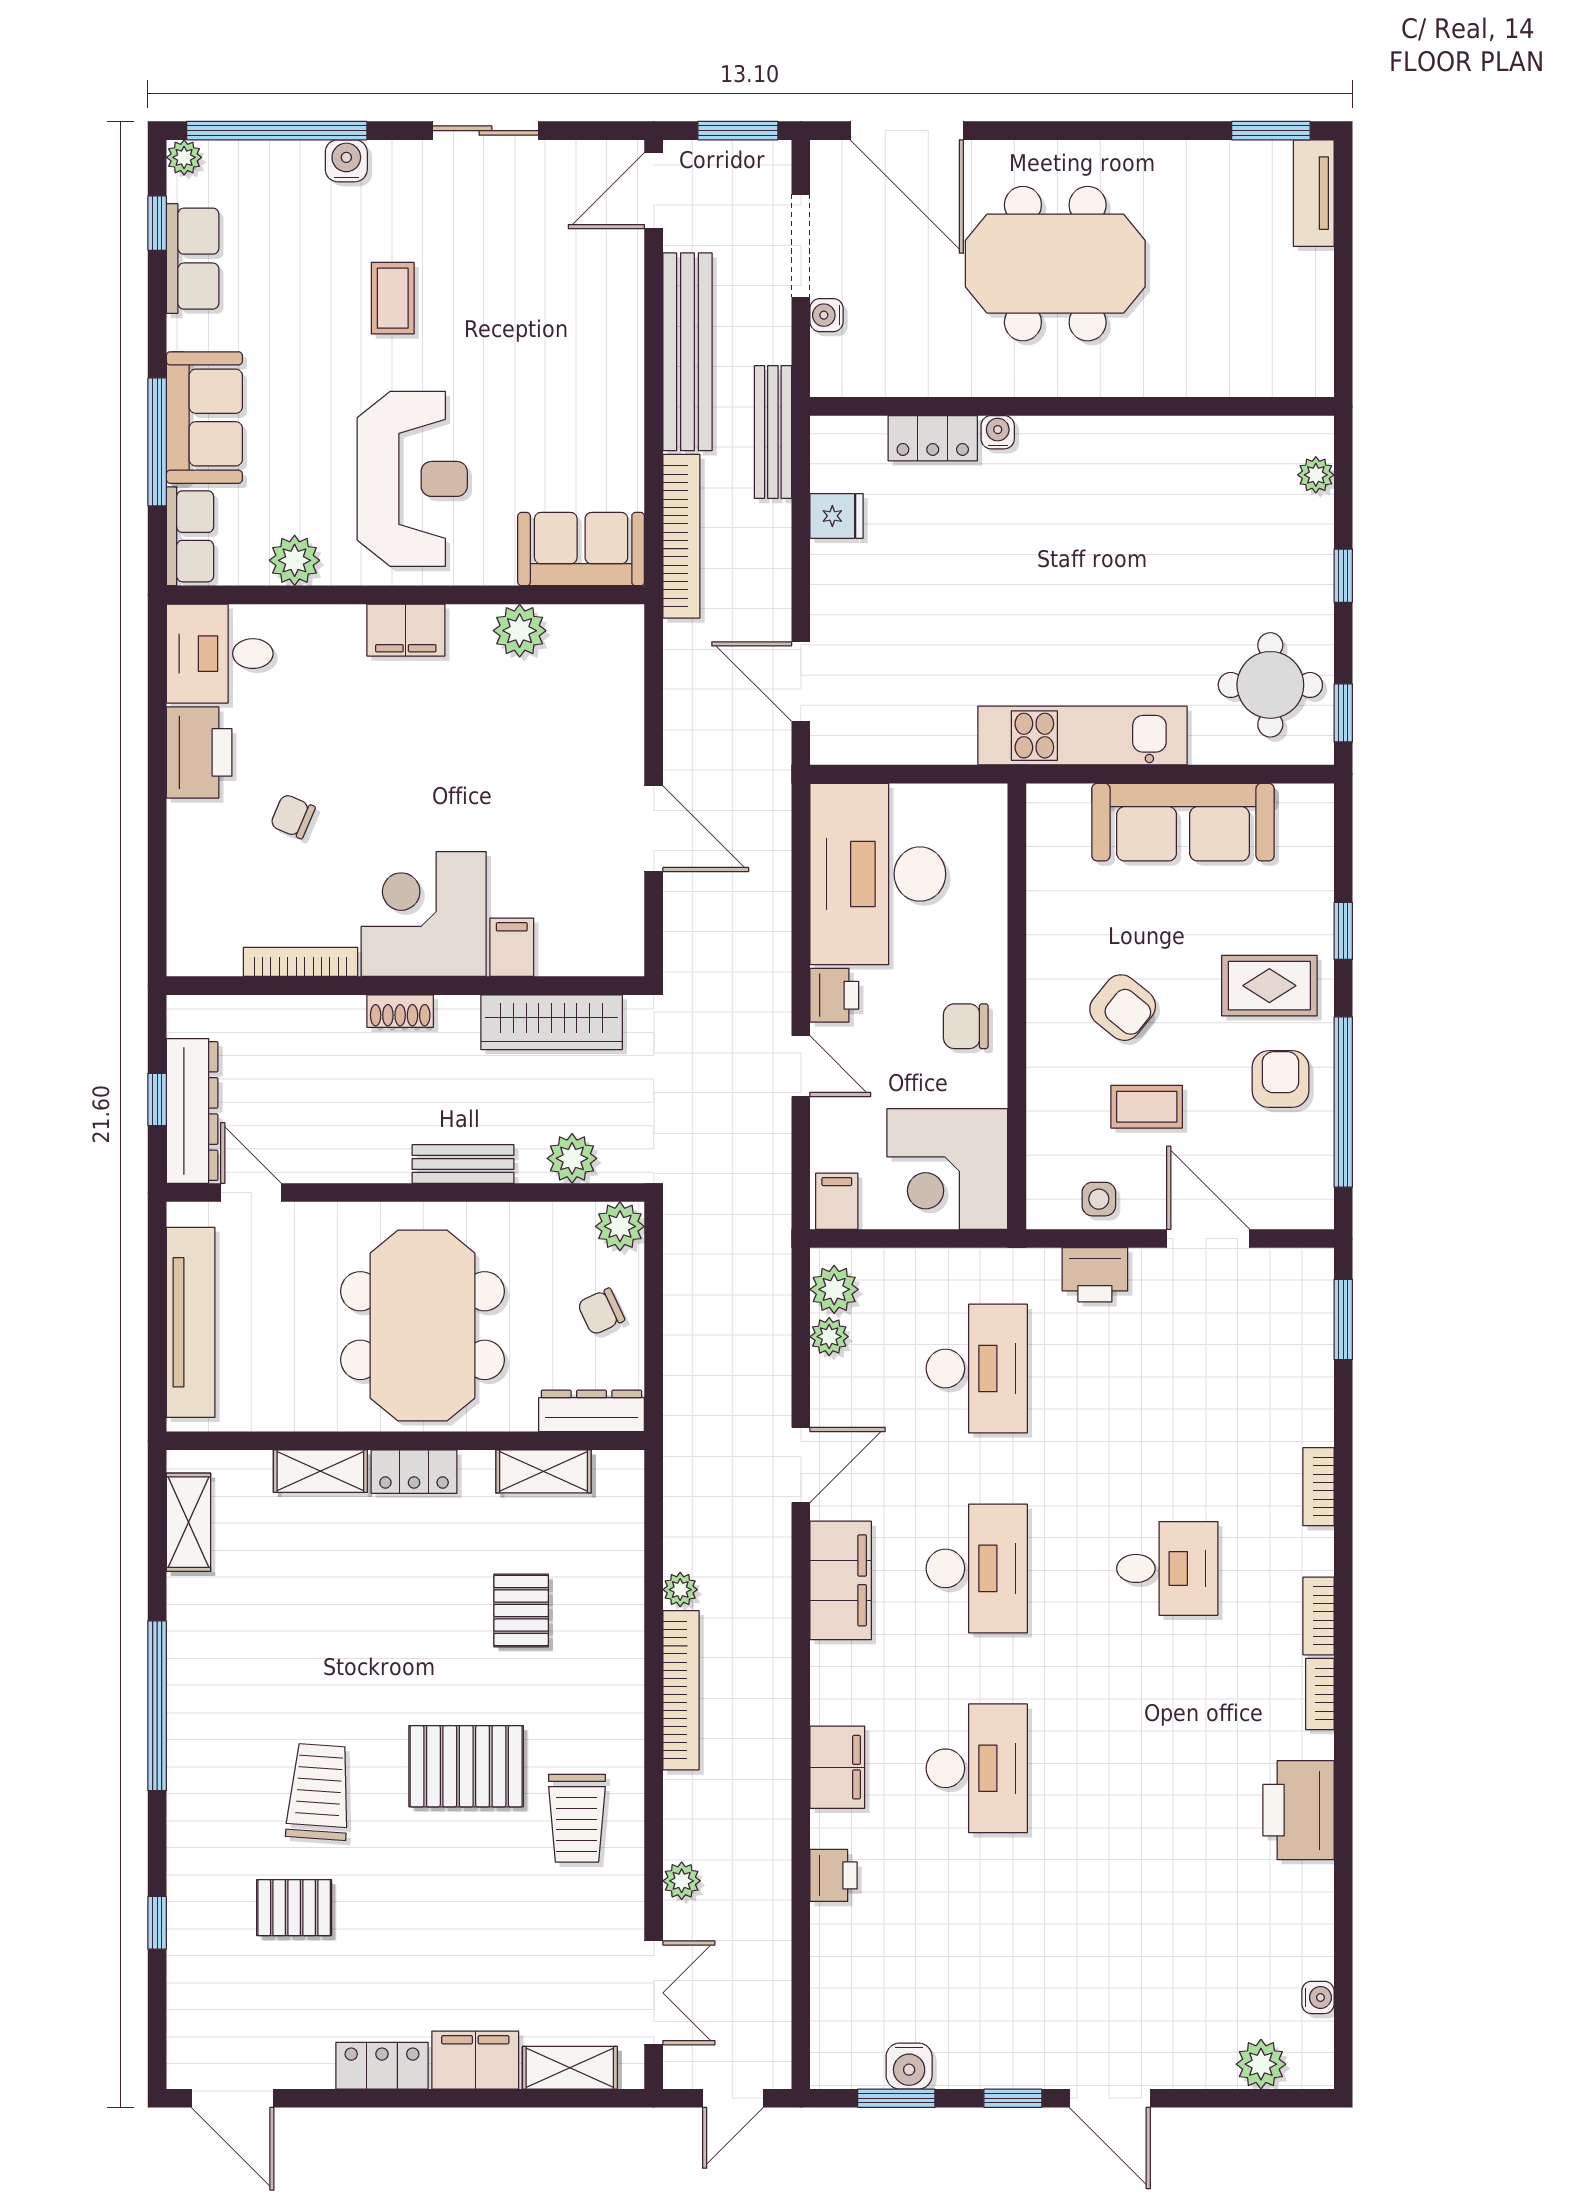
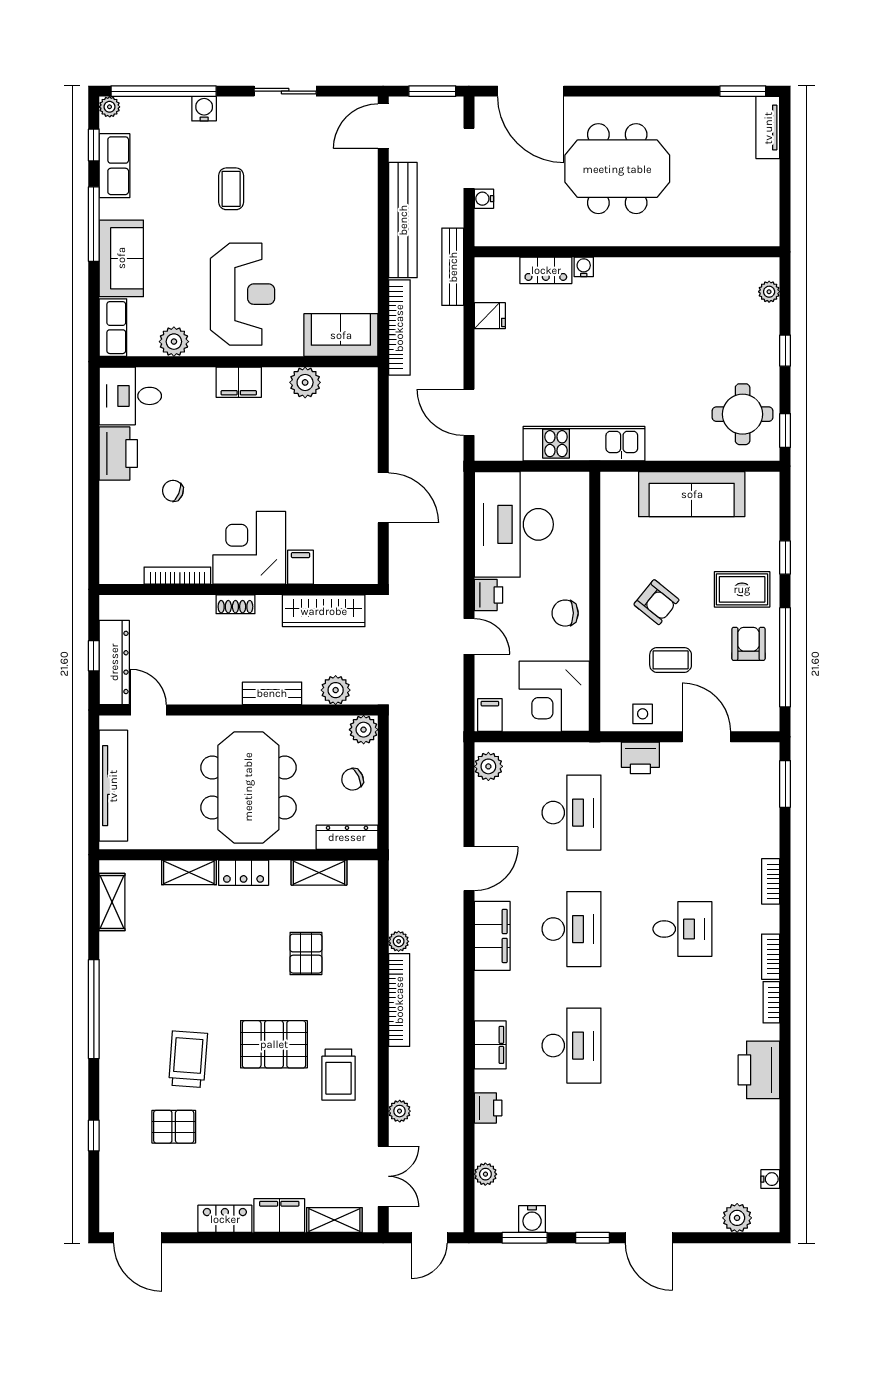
window: (157, 442) -> (94, 224), moved
kitchen unit: (1082, 736) -> (584, 444), moved
plant: (829, 1337) -> (485, 1174), moved

